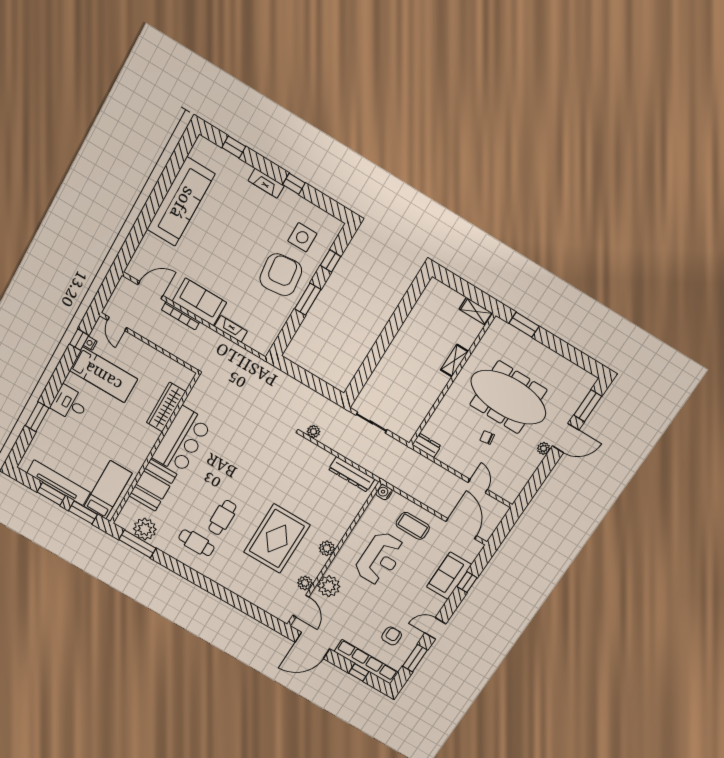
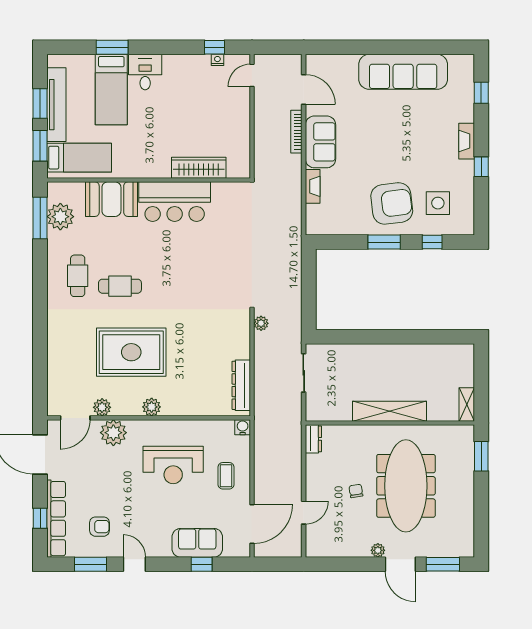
shelving: (454, 361) -> (389, 411), width x2.20, depth x1.33
bed: (104, 375) -> (111, 90), moved
coffee table: (413, 526) -> (226, 476), width x0.73, depth x0.77

